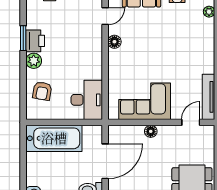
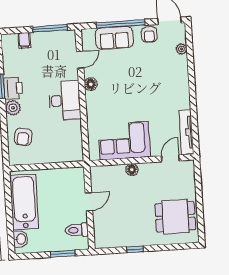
desk: (87, 100) -> (65, 100), moved
bathtub: (54, 138) -> (24, 202), moved, turned -90
door: (105, 161) -> (89, 202), width x0.53

